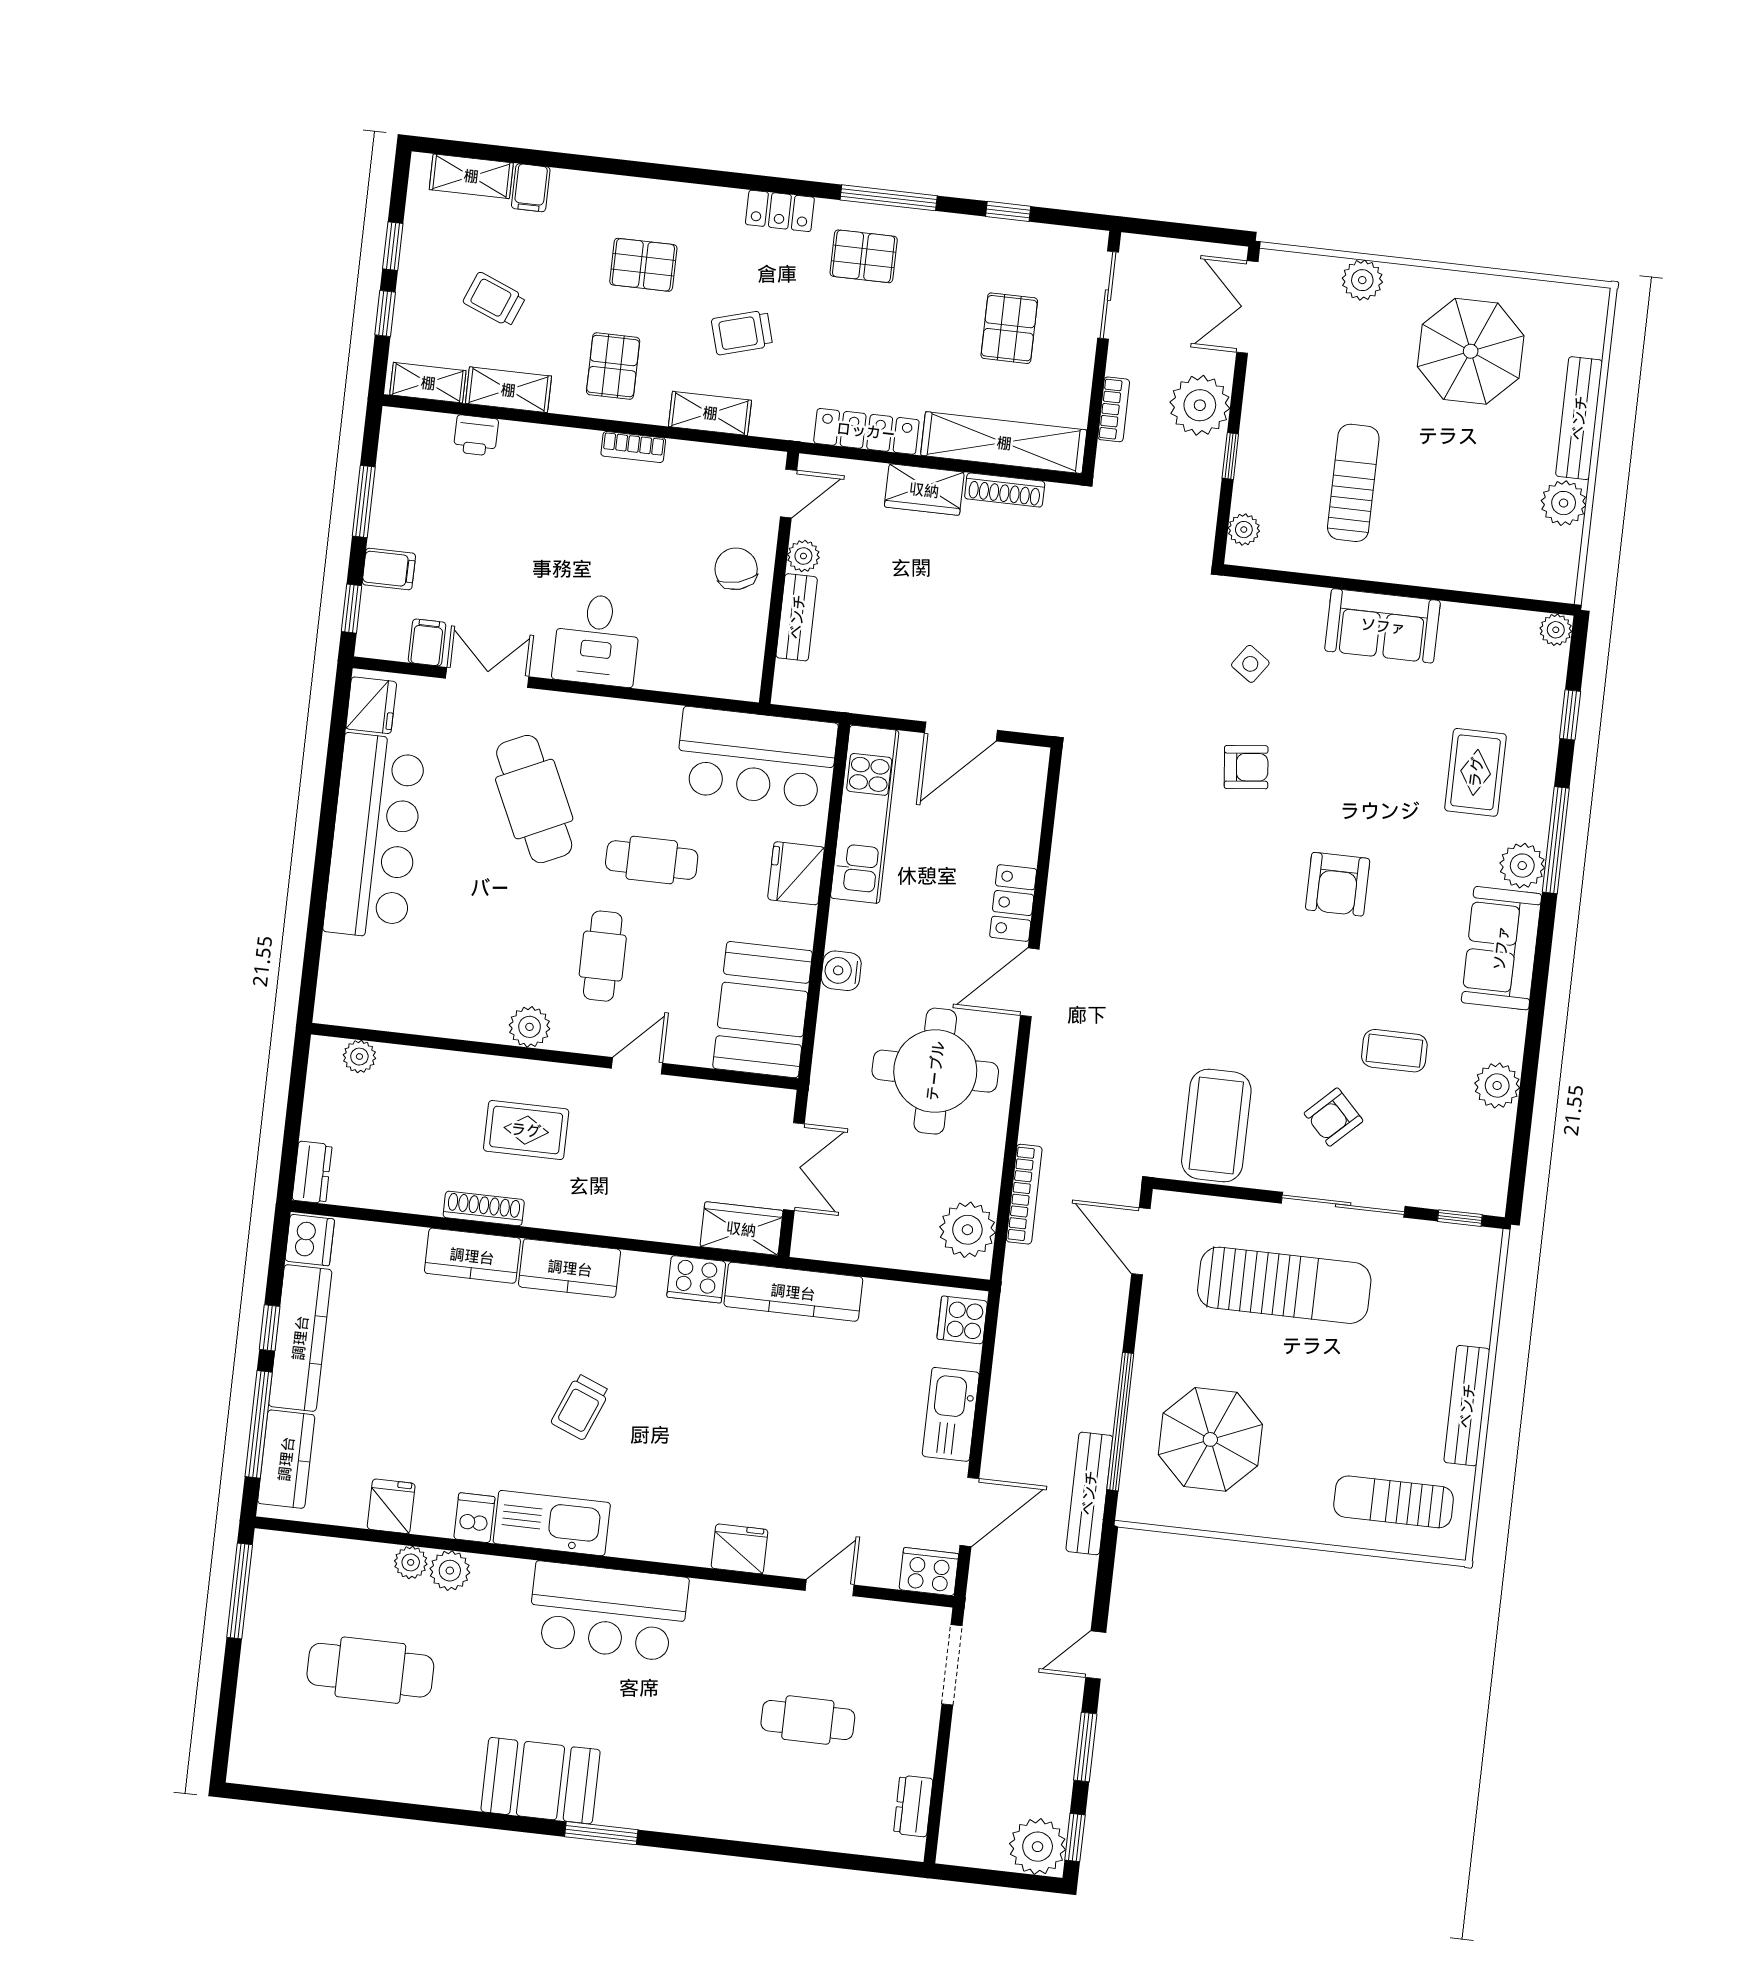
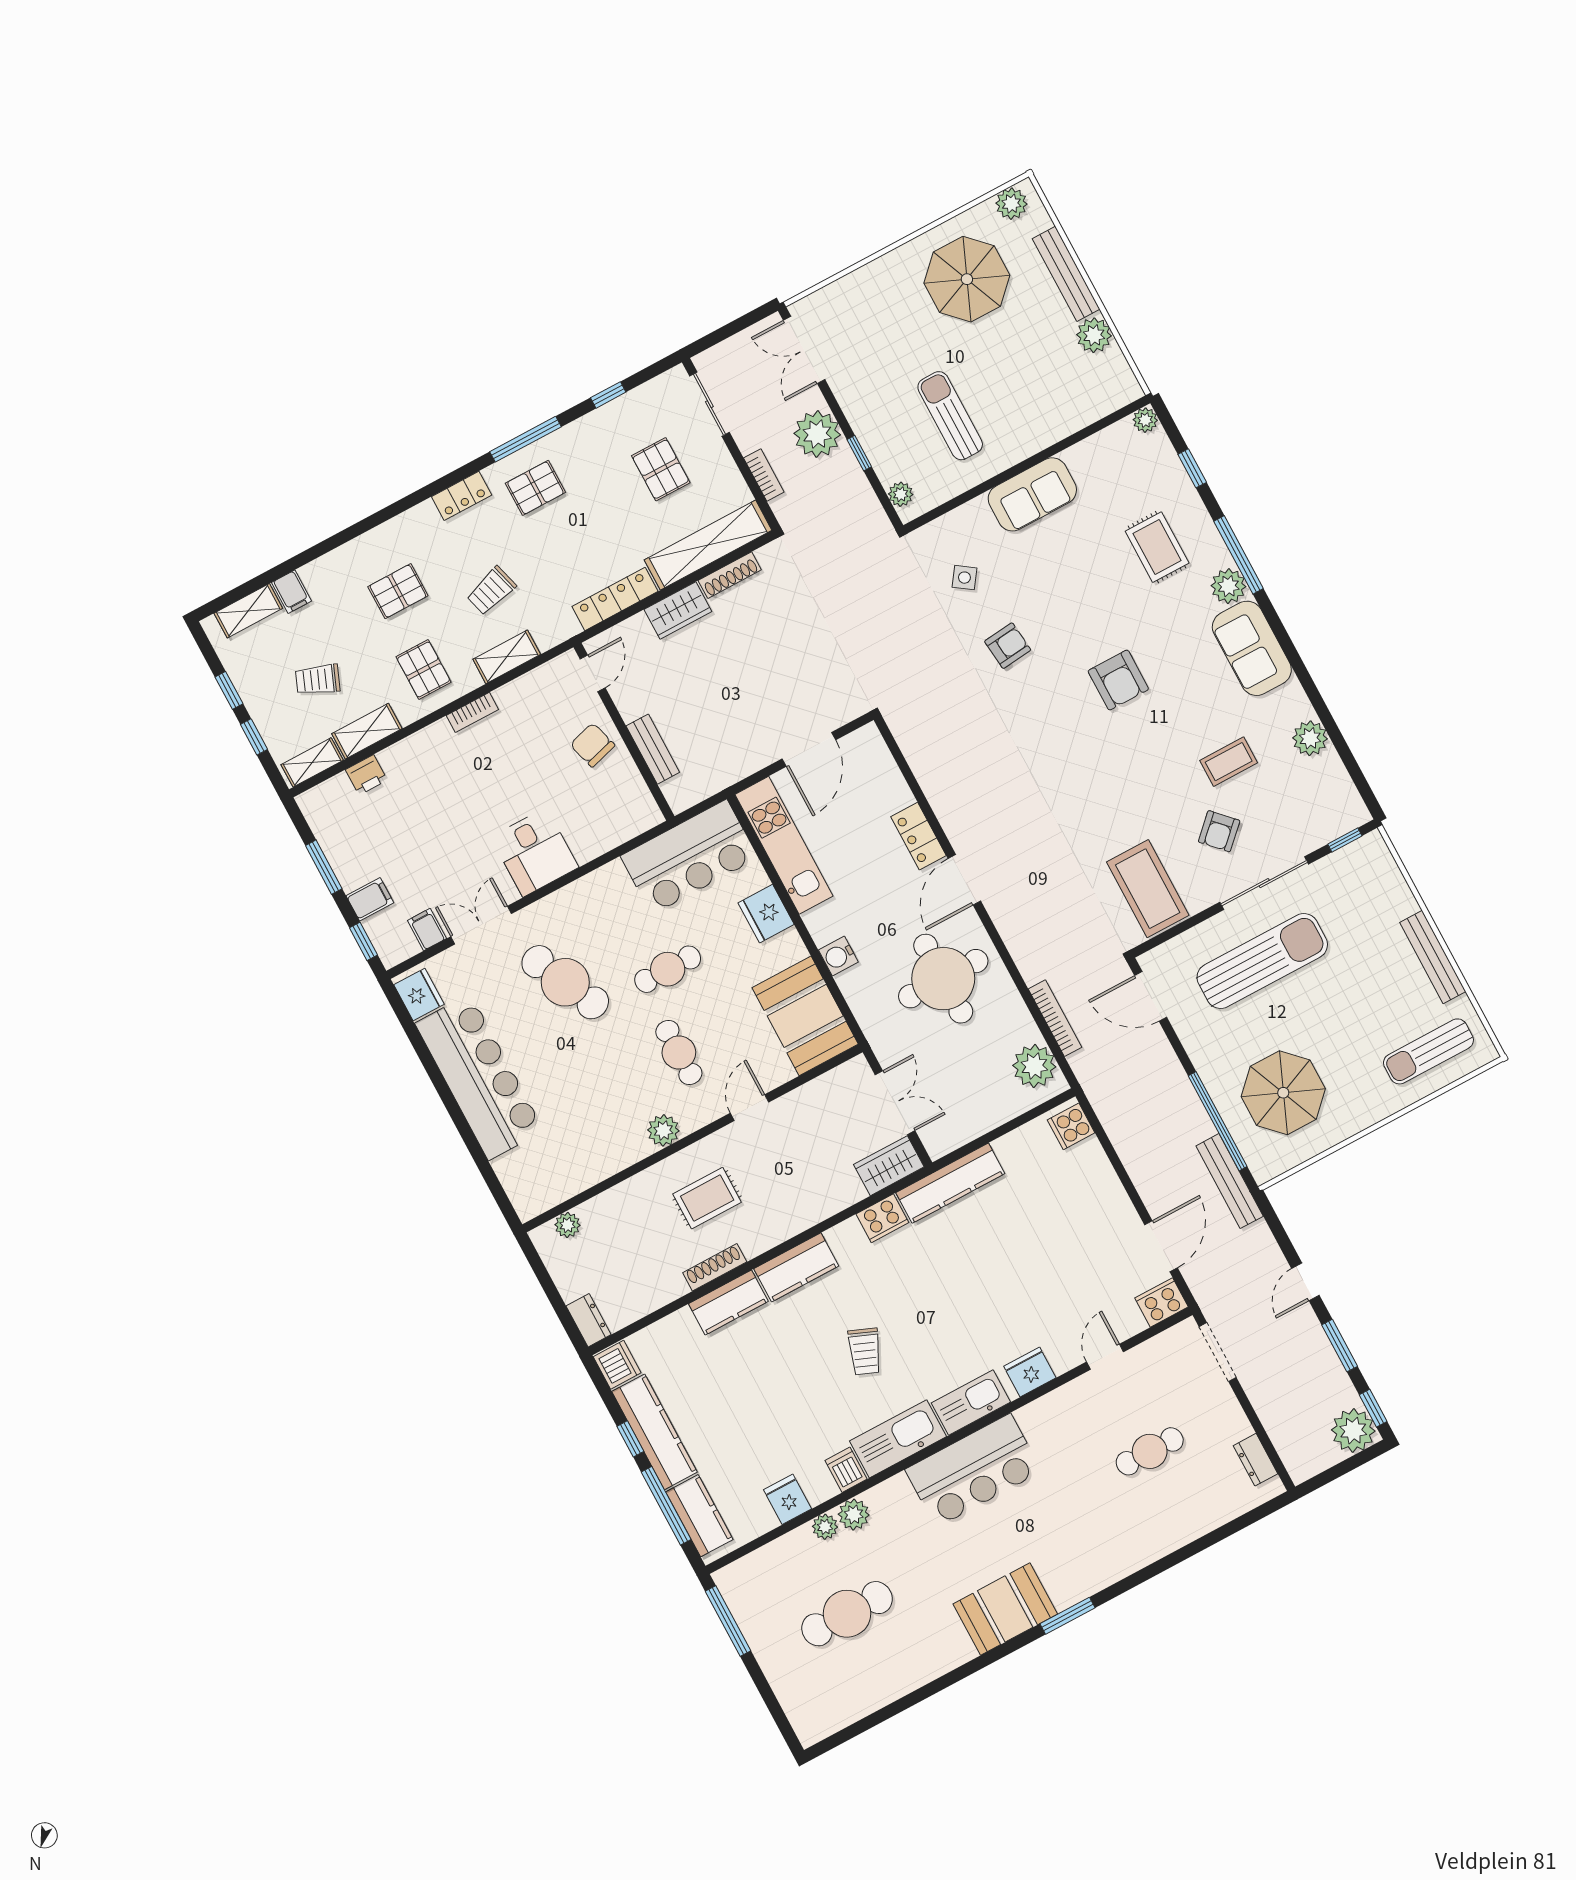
plant: (1362, 280) -> (1011, 204), moved
plant: (803, 556) -> (630, 707), removed
kitchen sink: (951, 1414) -> (971, 1403), moved, turned 90

